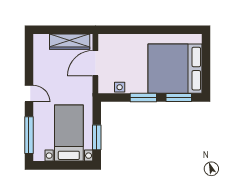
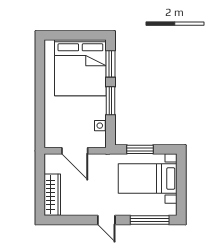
wardrobe: (70, 42) -> (52, 195), moved
door: (29, 94) -> (106, 220), swing flipped
window: (97, 137) -> (140, 149), moved

